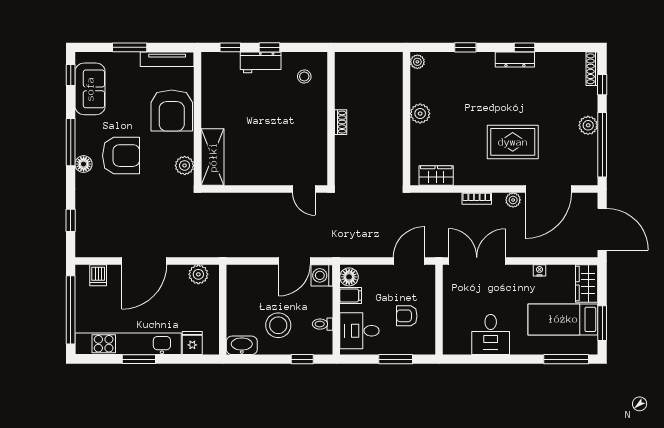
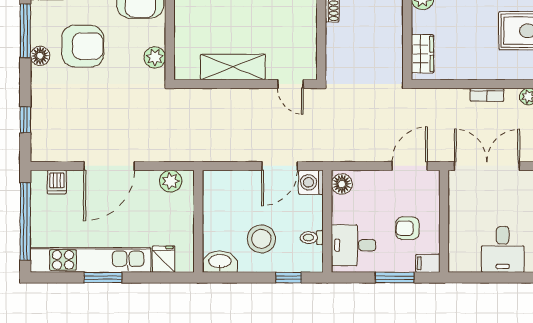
shelving: (213, 157) -> (233, 67), moved, turned 90
wardrobe: (436, 175) -> (422, 54), moved, turned 90
filing cabinet: (351, 296) -> (428, 263), moved, turned 180

